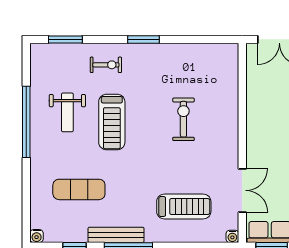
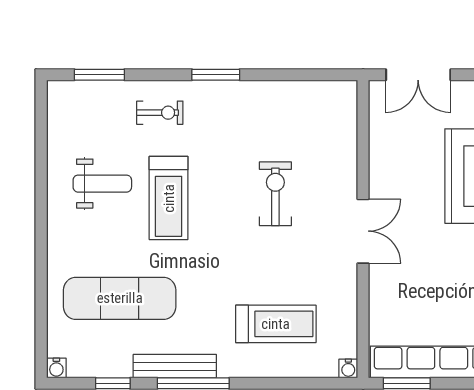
weight bench: (67, 112) -> (102, 184), turned -90
window: (26, 122) -> (41, 198), removed
exercise mat: (79, 189) -> (120, 298), width x1.36, depth x1.45
double door: (242, 190) -> (363, 231), moved

